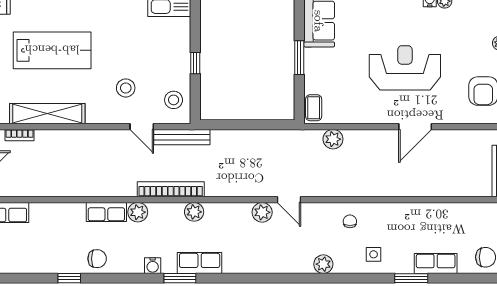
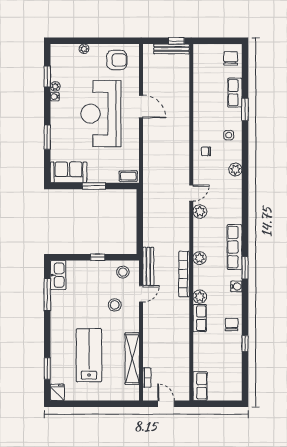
reception desk: (405, 68) -> (101, 114), width x1.36, depth x1.30
plant: (333, 139) -> (150, 163), removed
row of seats: (200, 263) -> (235, 247), width x1.48

